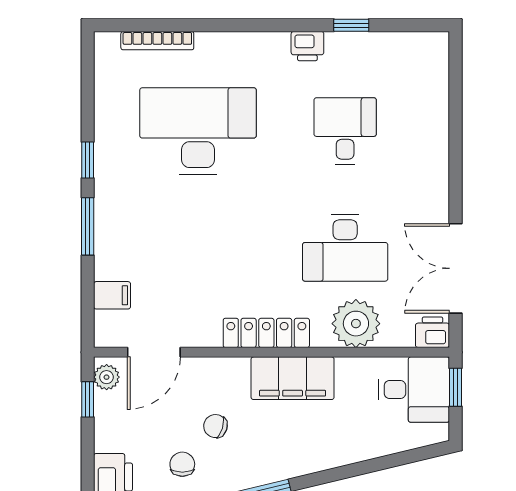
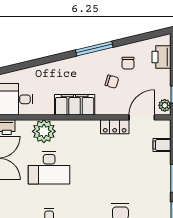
desk: (345, 248) -> (49, 168), turned 180
locker: (266, 333) -> (115, 127), moved, width x0.66

